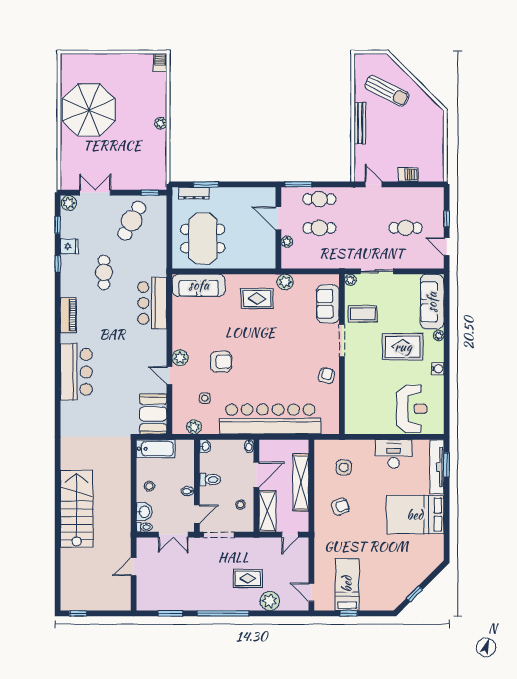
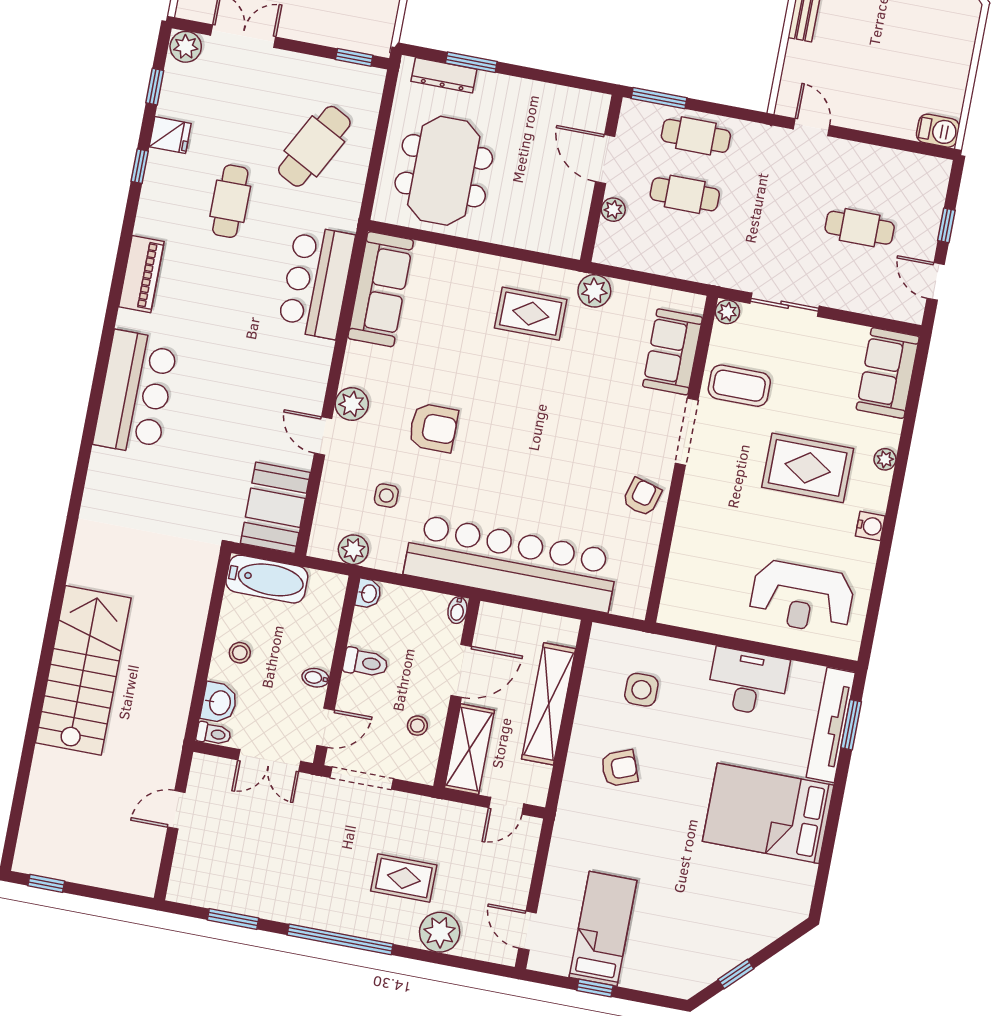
barbecue: (408, 175) -> (938, 131), moved
cafe table: (132, 221) -> (314, 146), moved
sofa: (199, 285) -> (381, 289), moved, turned -90
sofa: (432, 302) -> (888, 373), width x0.73
reception desk: (412, 409) -> (802, 597), turned 90

